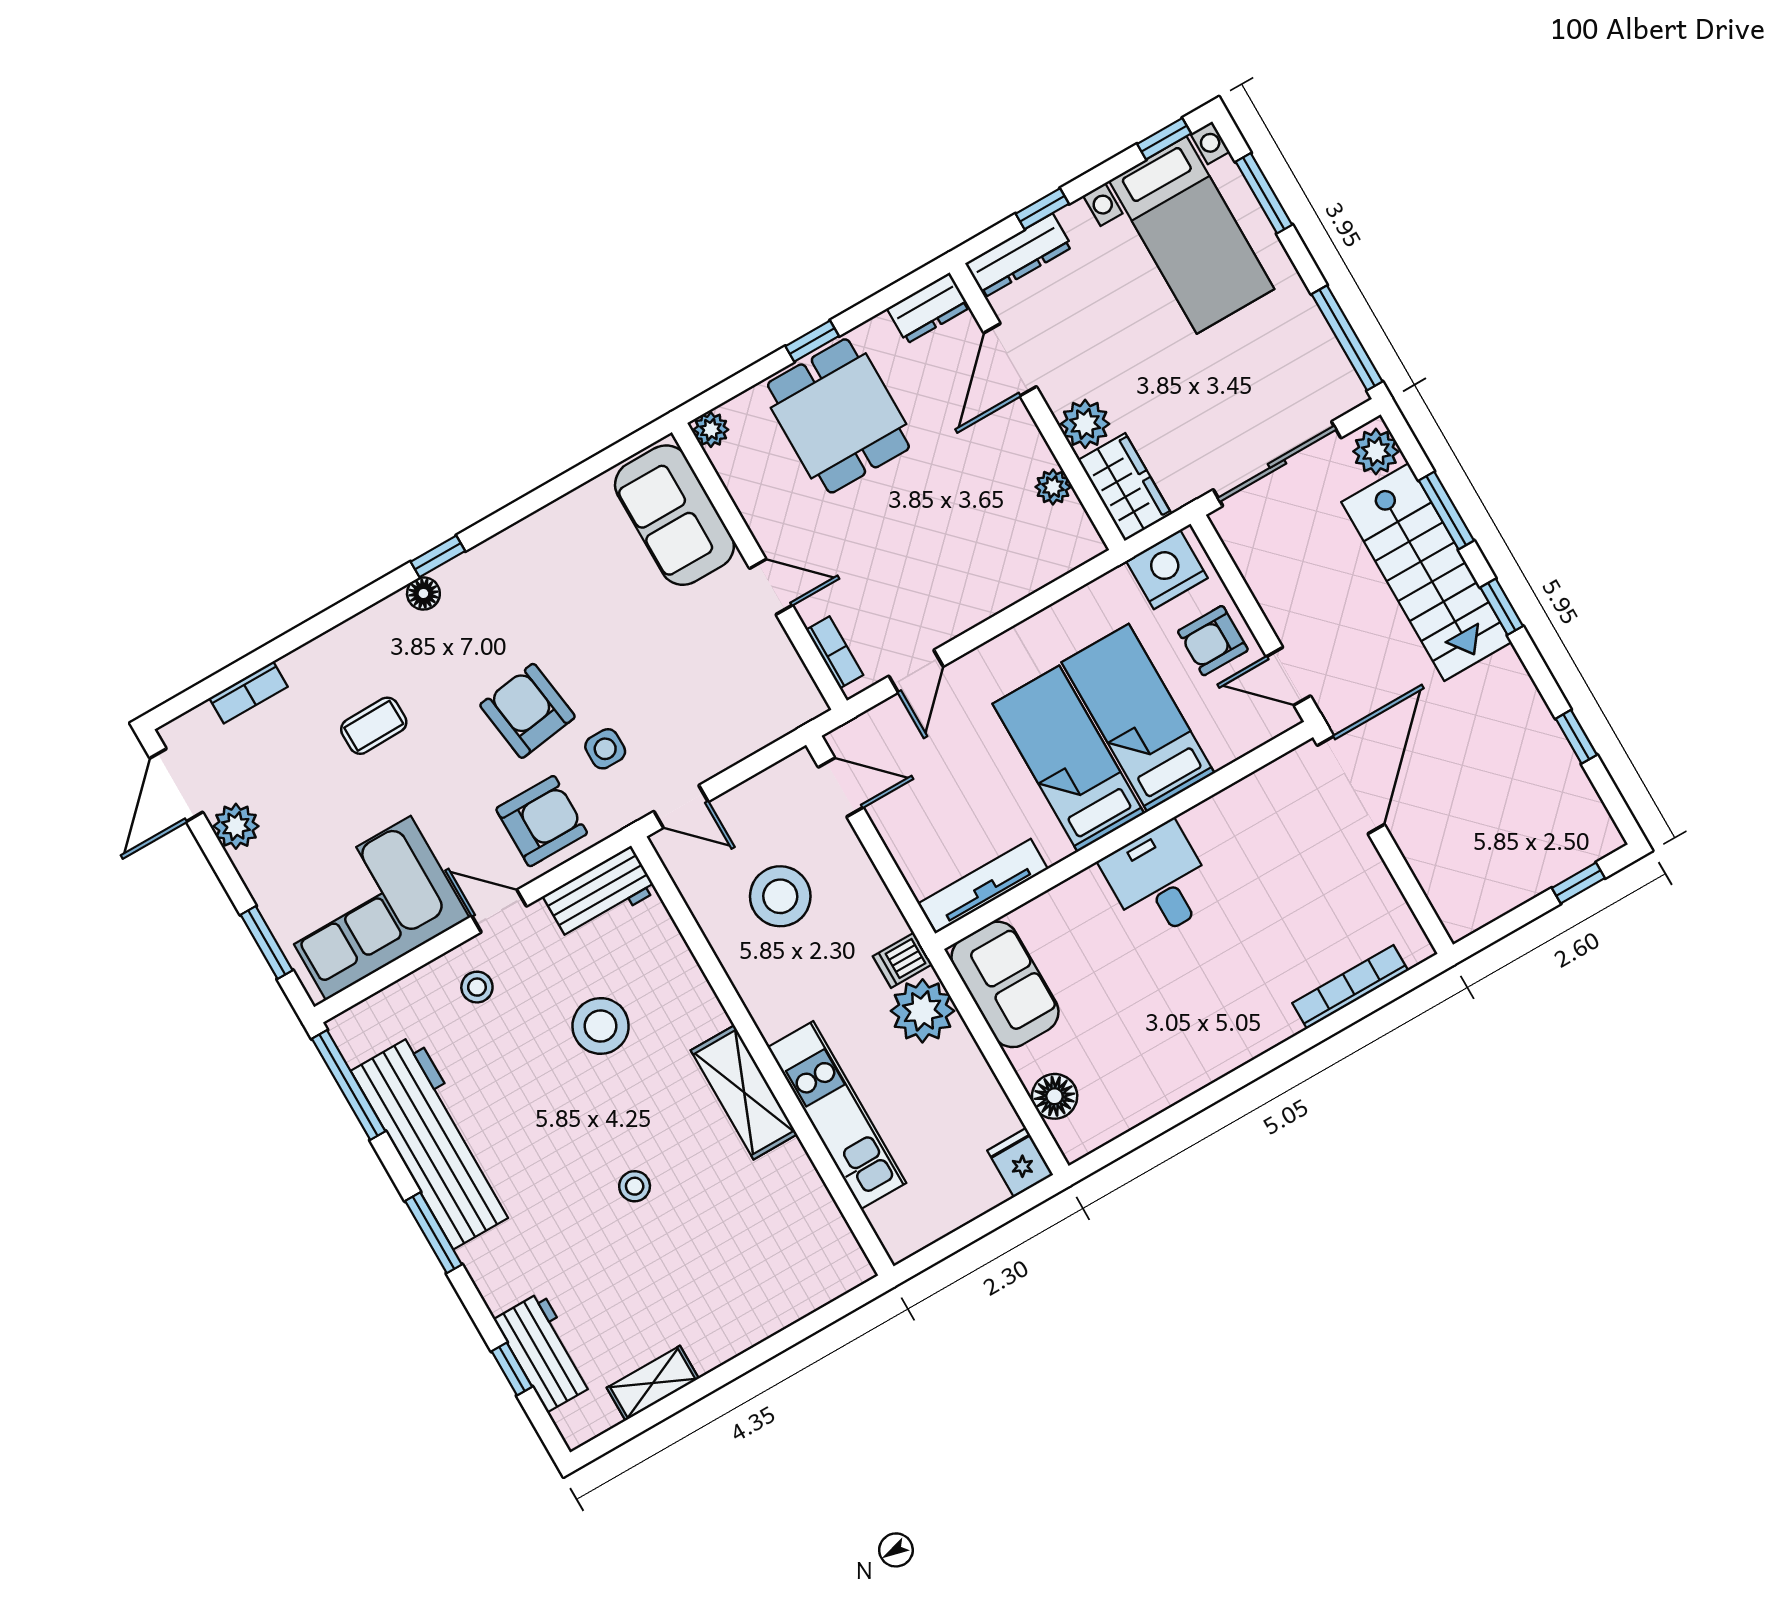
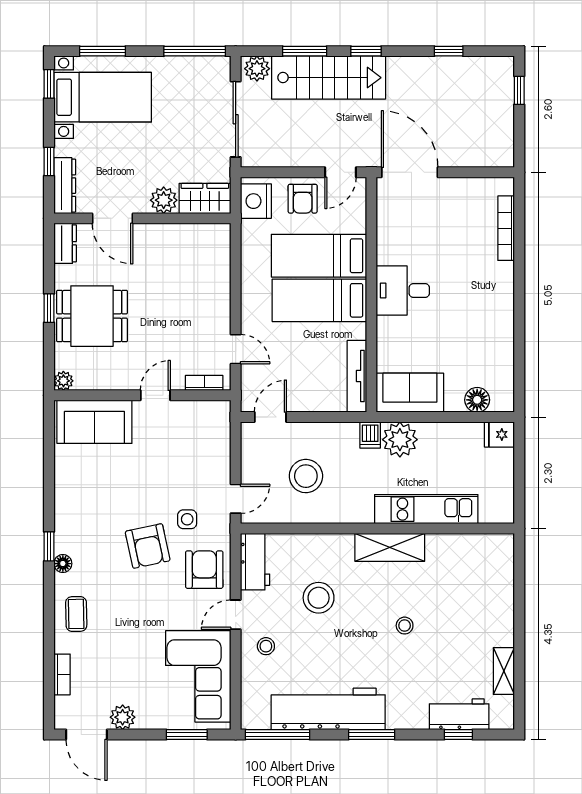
plant: (1053, 487) -> (185, 233), removed
armchair: (527, 711) -> (148, 546), turned -94
coffee table: (374, 726) -> (76, 614), moved

